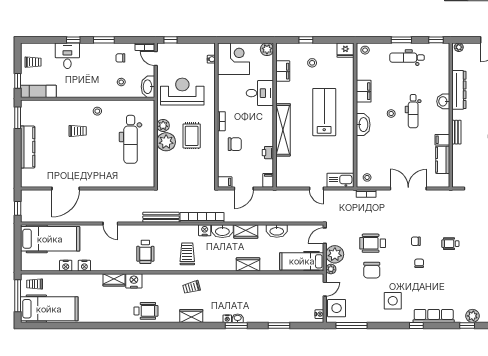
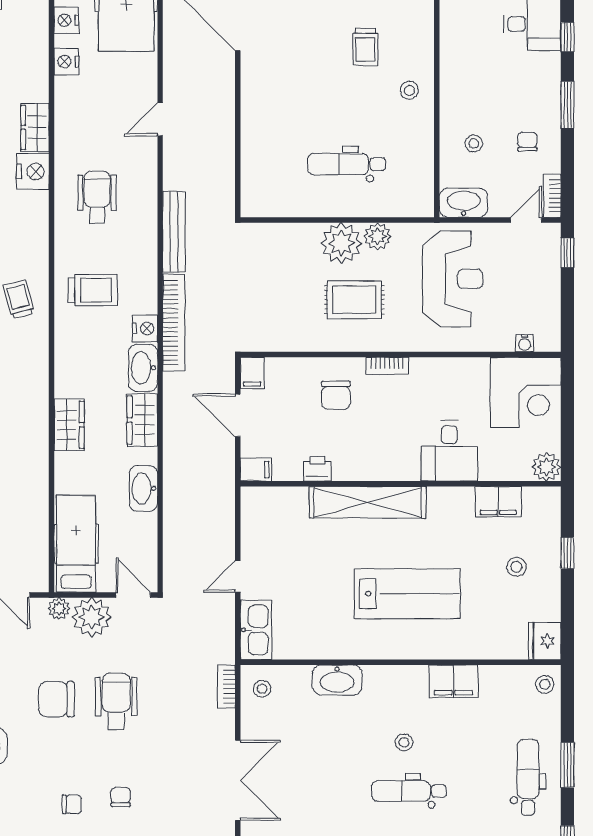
washbasin: (363, 125) -> (337, 680), moved
dental chair: (131, 139) -> (347, 164), width x0.73, depth x0.72
wheelchair: (145, 252) -> (97, 197), turned 90

